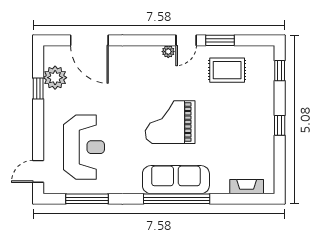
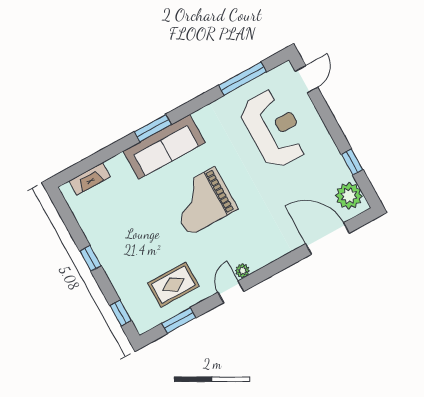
window: (220, 40) -> (179, 321), moved
plant: (55, 78) -> (349, 196), moved
grand piano: (170, 122) -> (202, 201), turned 180
reception desk: (84, 147) -> (274, 129), turned 180
window: (177, 199) -> (153, 128), width x0.47

